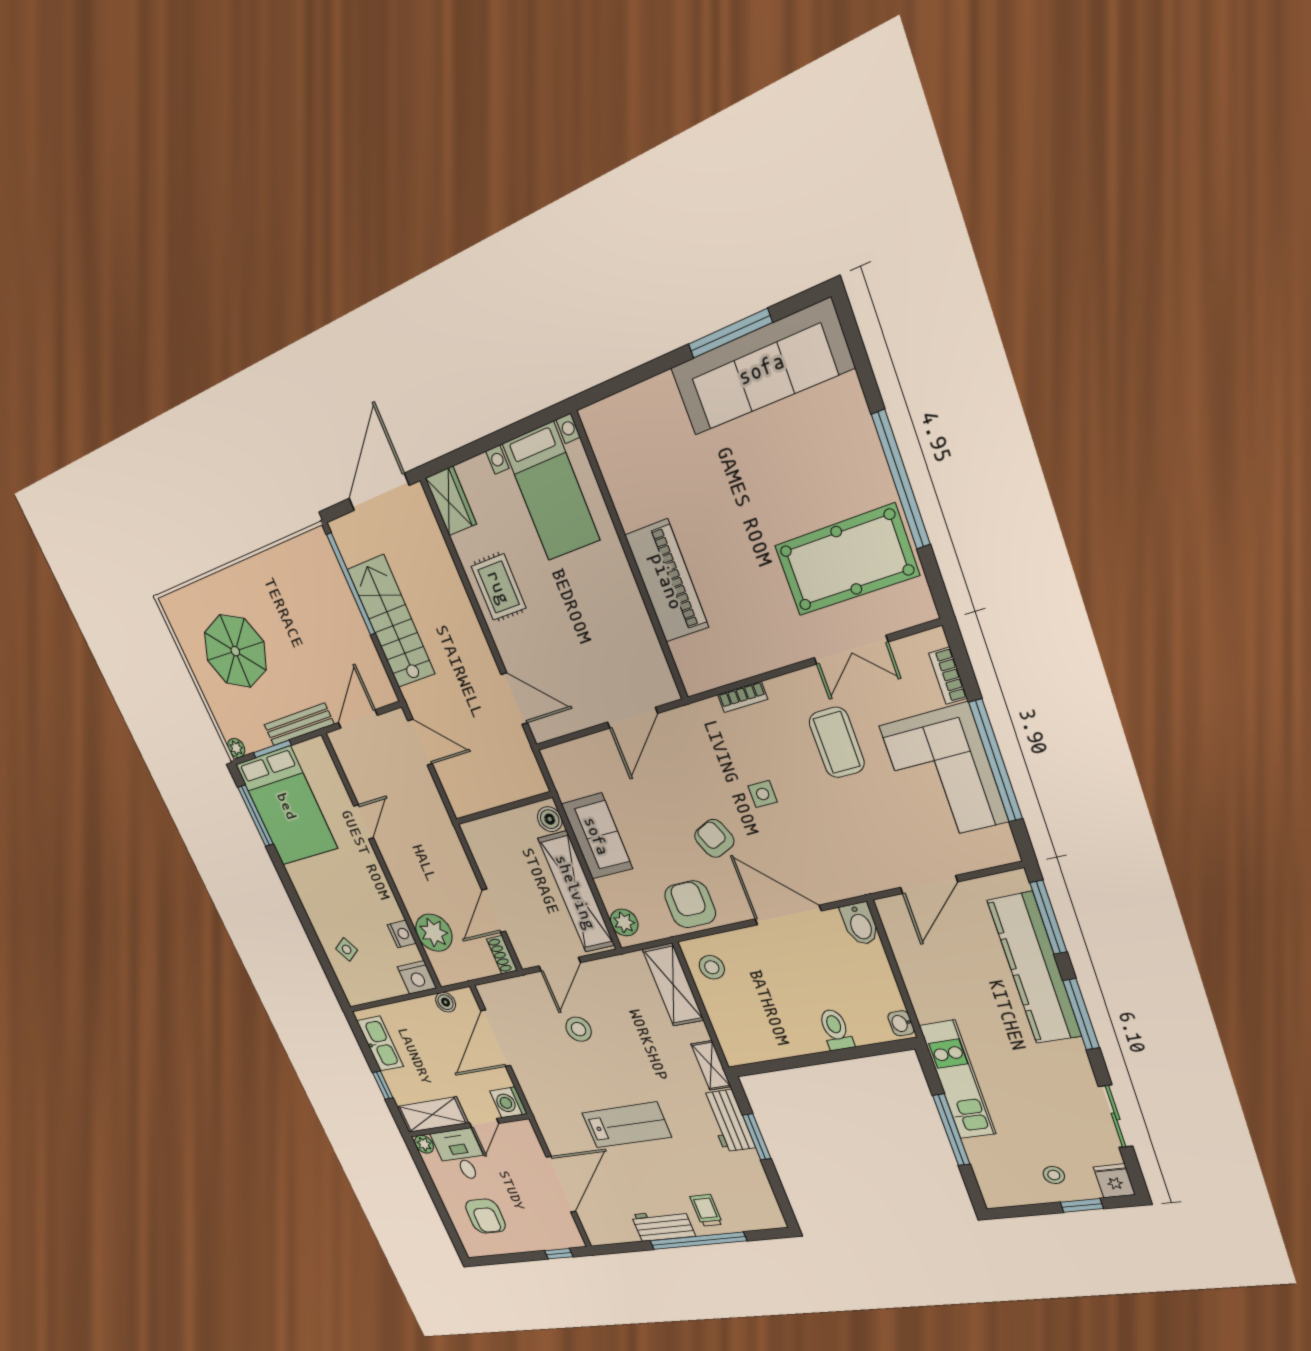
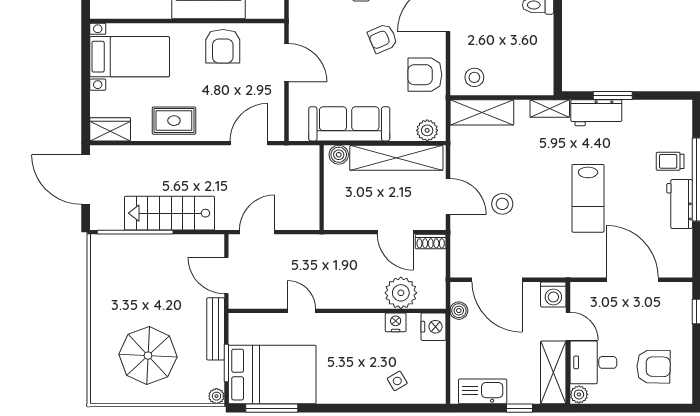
armchair: (618, 622) -> (223, 46), added
sofa: (597, 836) -> (349, 124), width x1.36
lab bench: (626, 1125) -> (588, 198), turned 180

